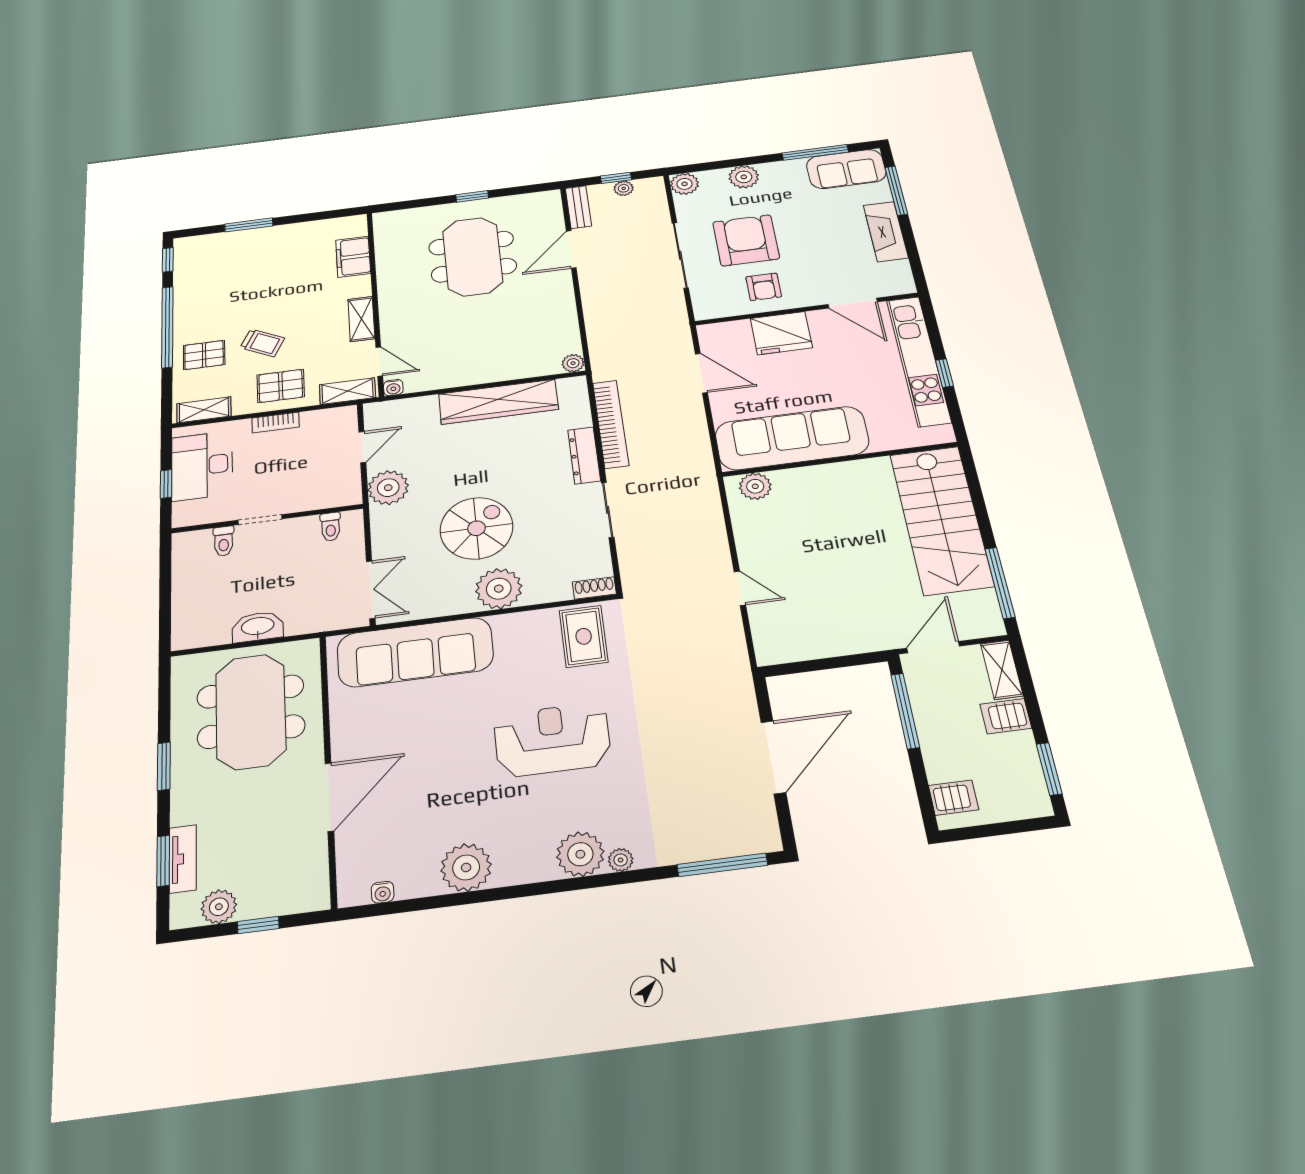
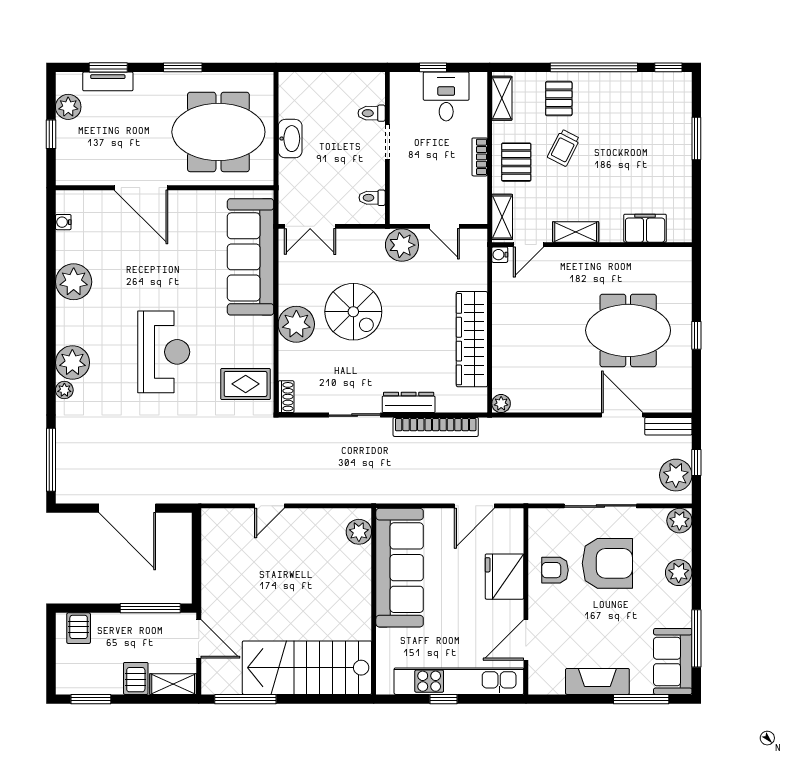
plant: (624, 188) -> (676, 475), width x1.88, depth x1.88
desk: (202, 466) -> (446, 96), width x0.73

